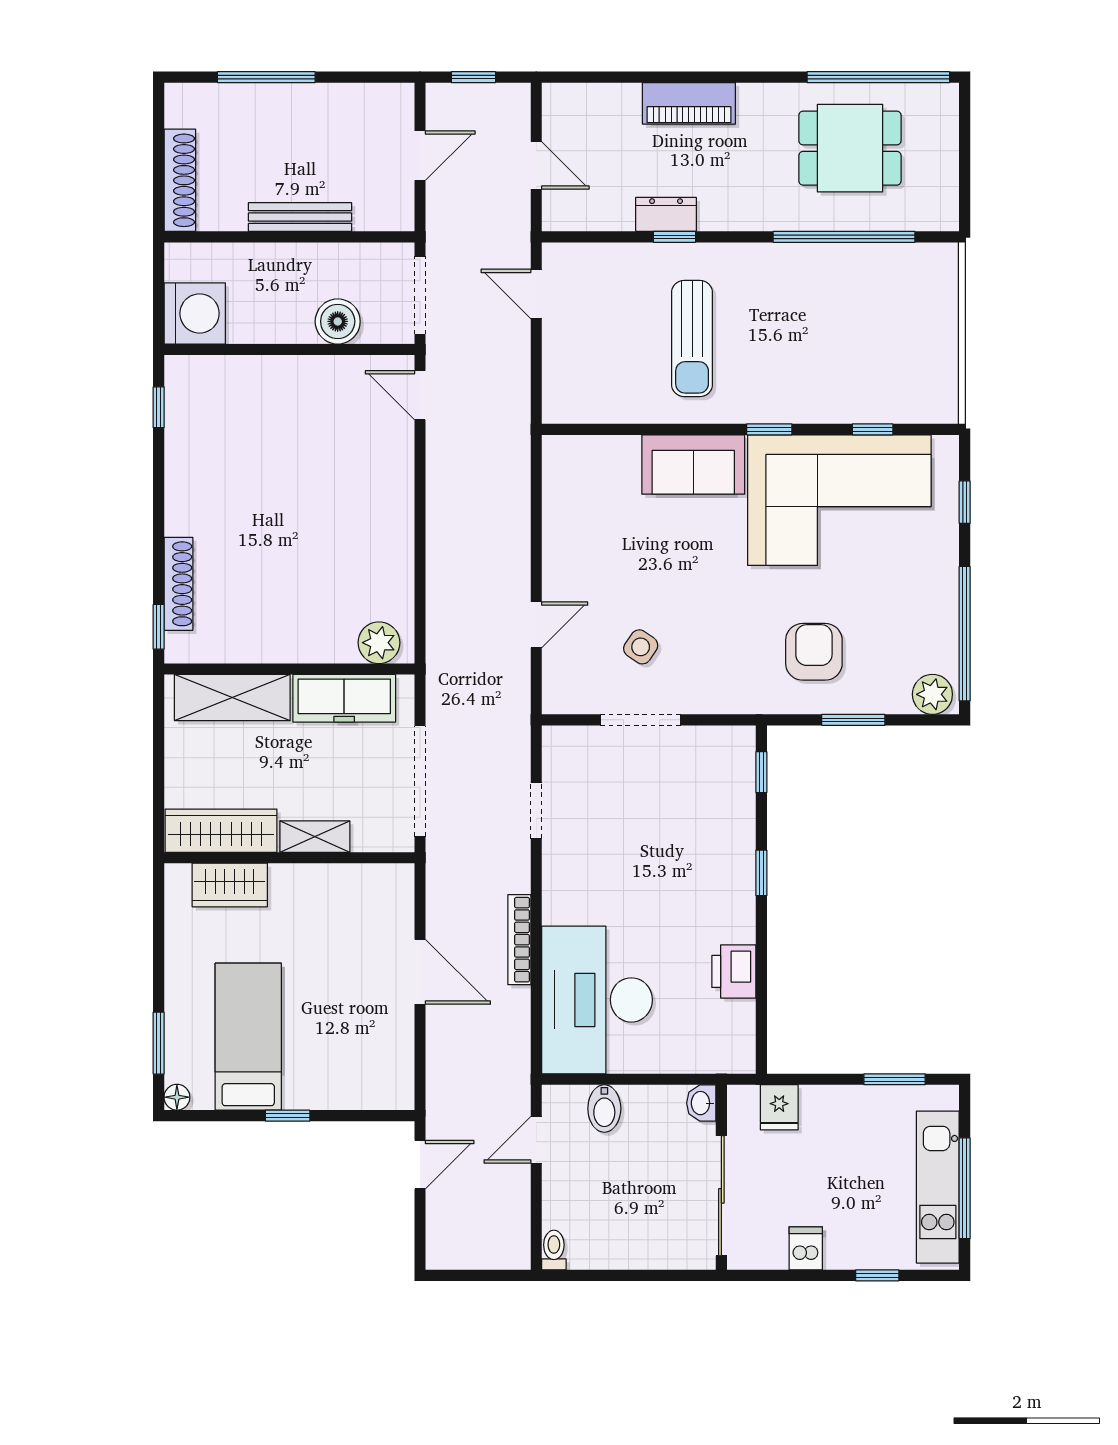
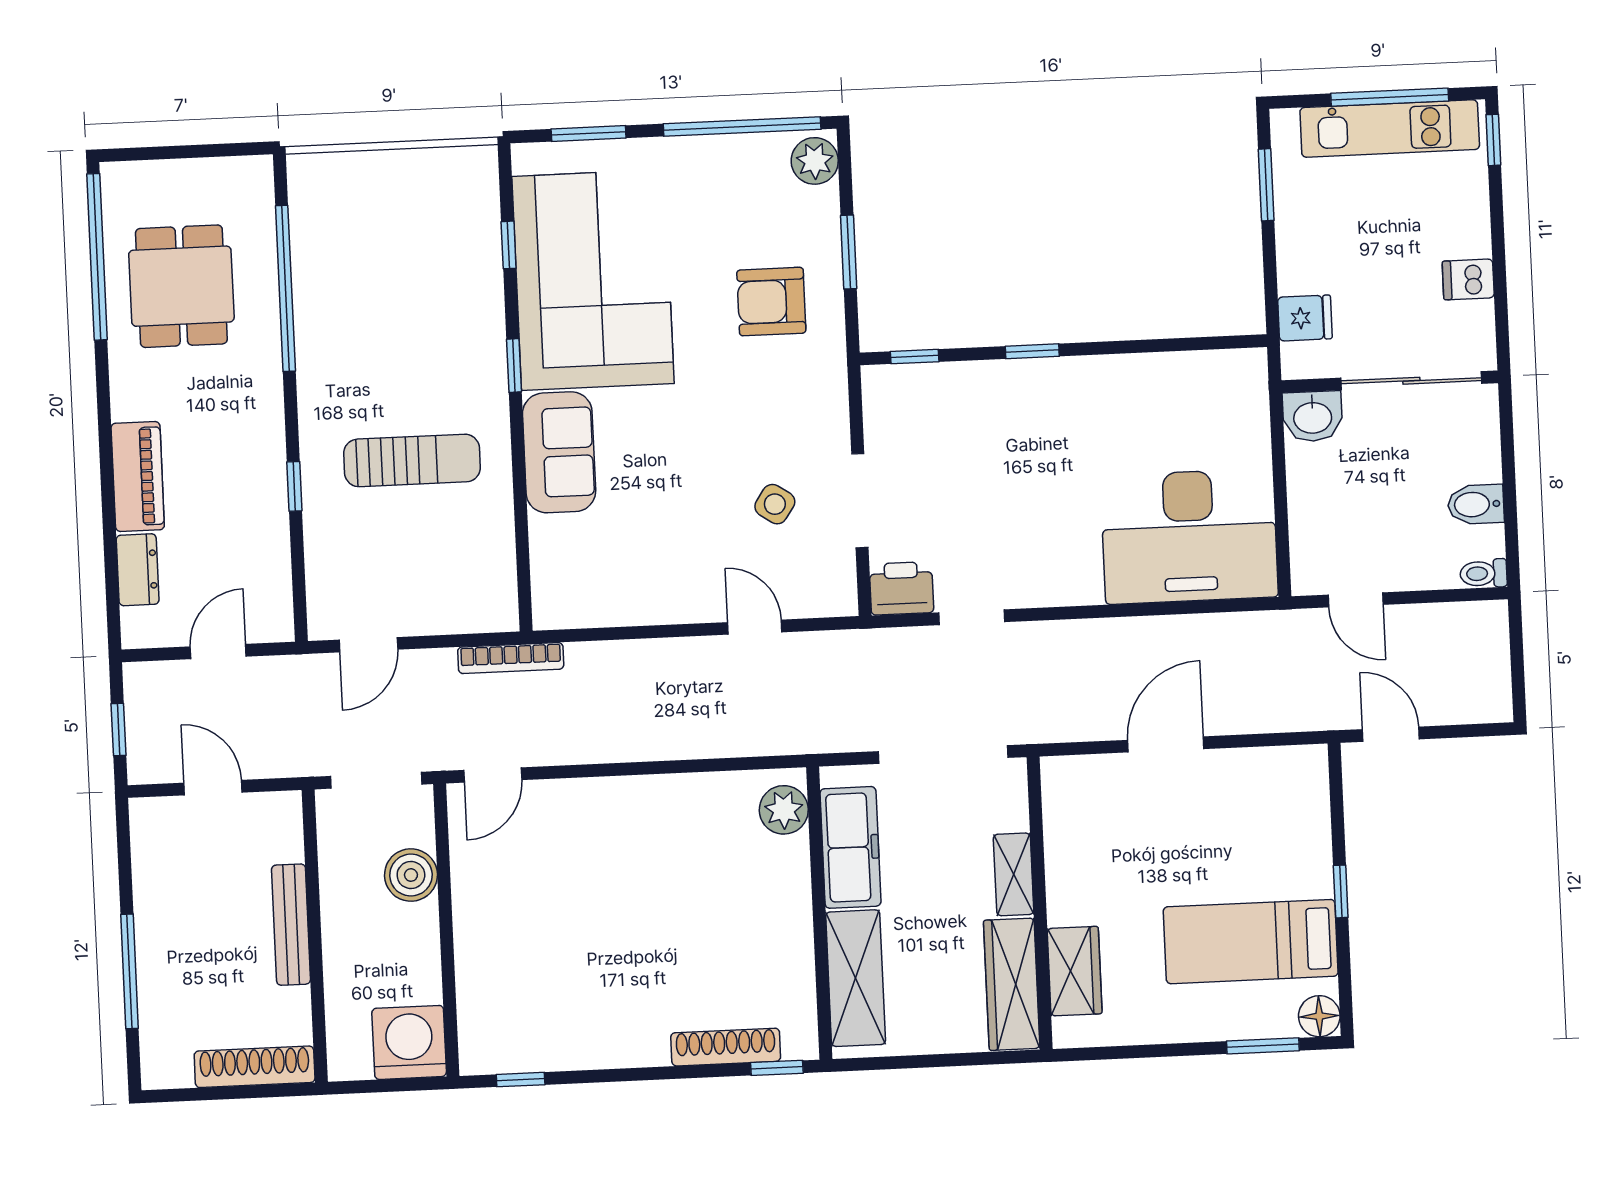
dresser: (666, 214) -> (138, 570), moved, turned 180
window: (965, 502) -> (589, 133), width x1.50
bookcase: (519, 940) -> (511, 658), moved
printer: (734, 971) -> (901, 588), moved, turned 180
floor lamp: (177, 1097) -> (1319, 1016), width x1.37, depth x1.37
washbasin: (701, 1103) -> (1313, 416), width x1.38, depth x1.45
bidet: (604, 1108) -> (1476, 504), moved, turned 180
window: (877, 1275) -> (1493, 140), moved

